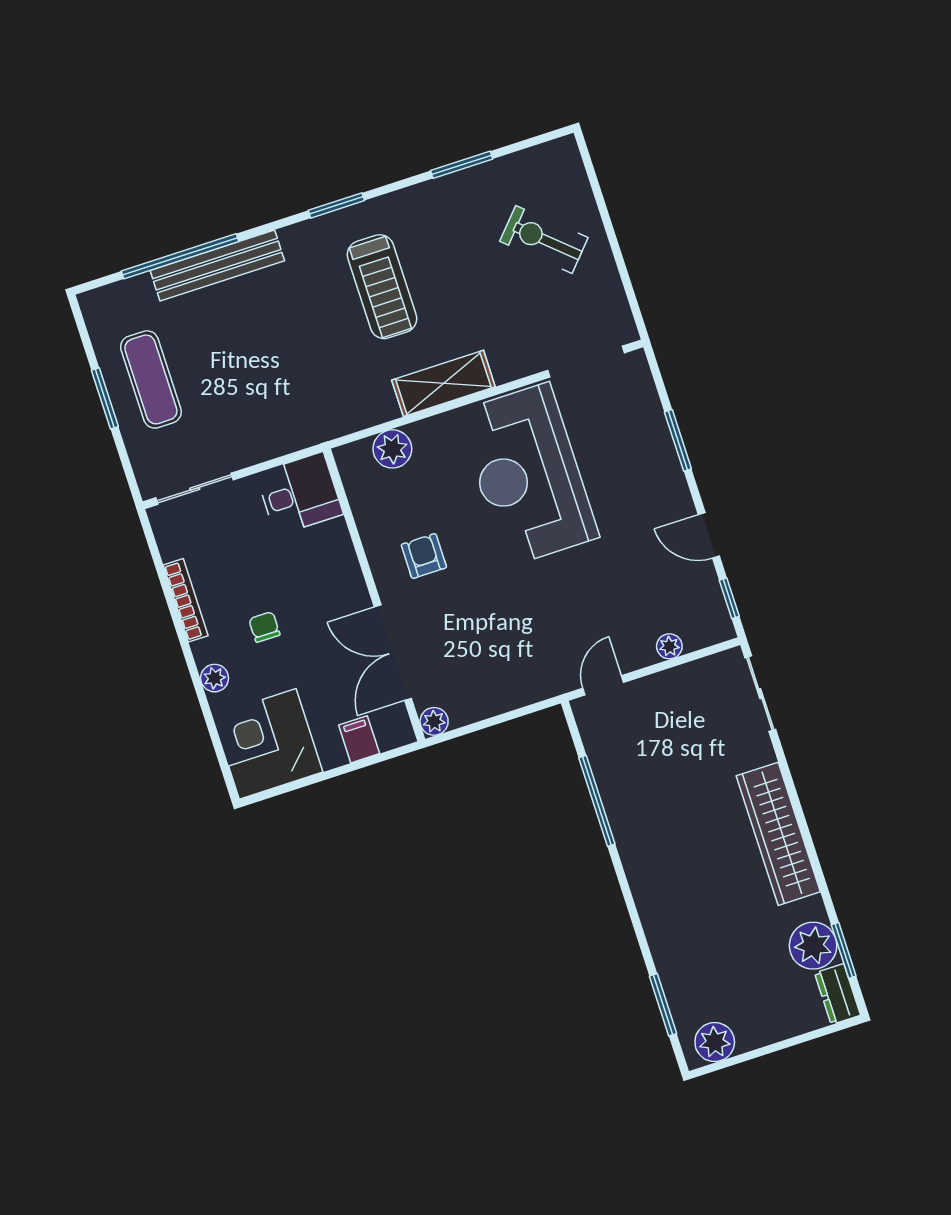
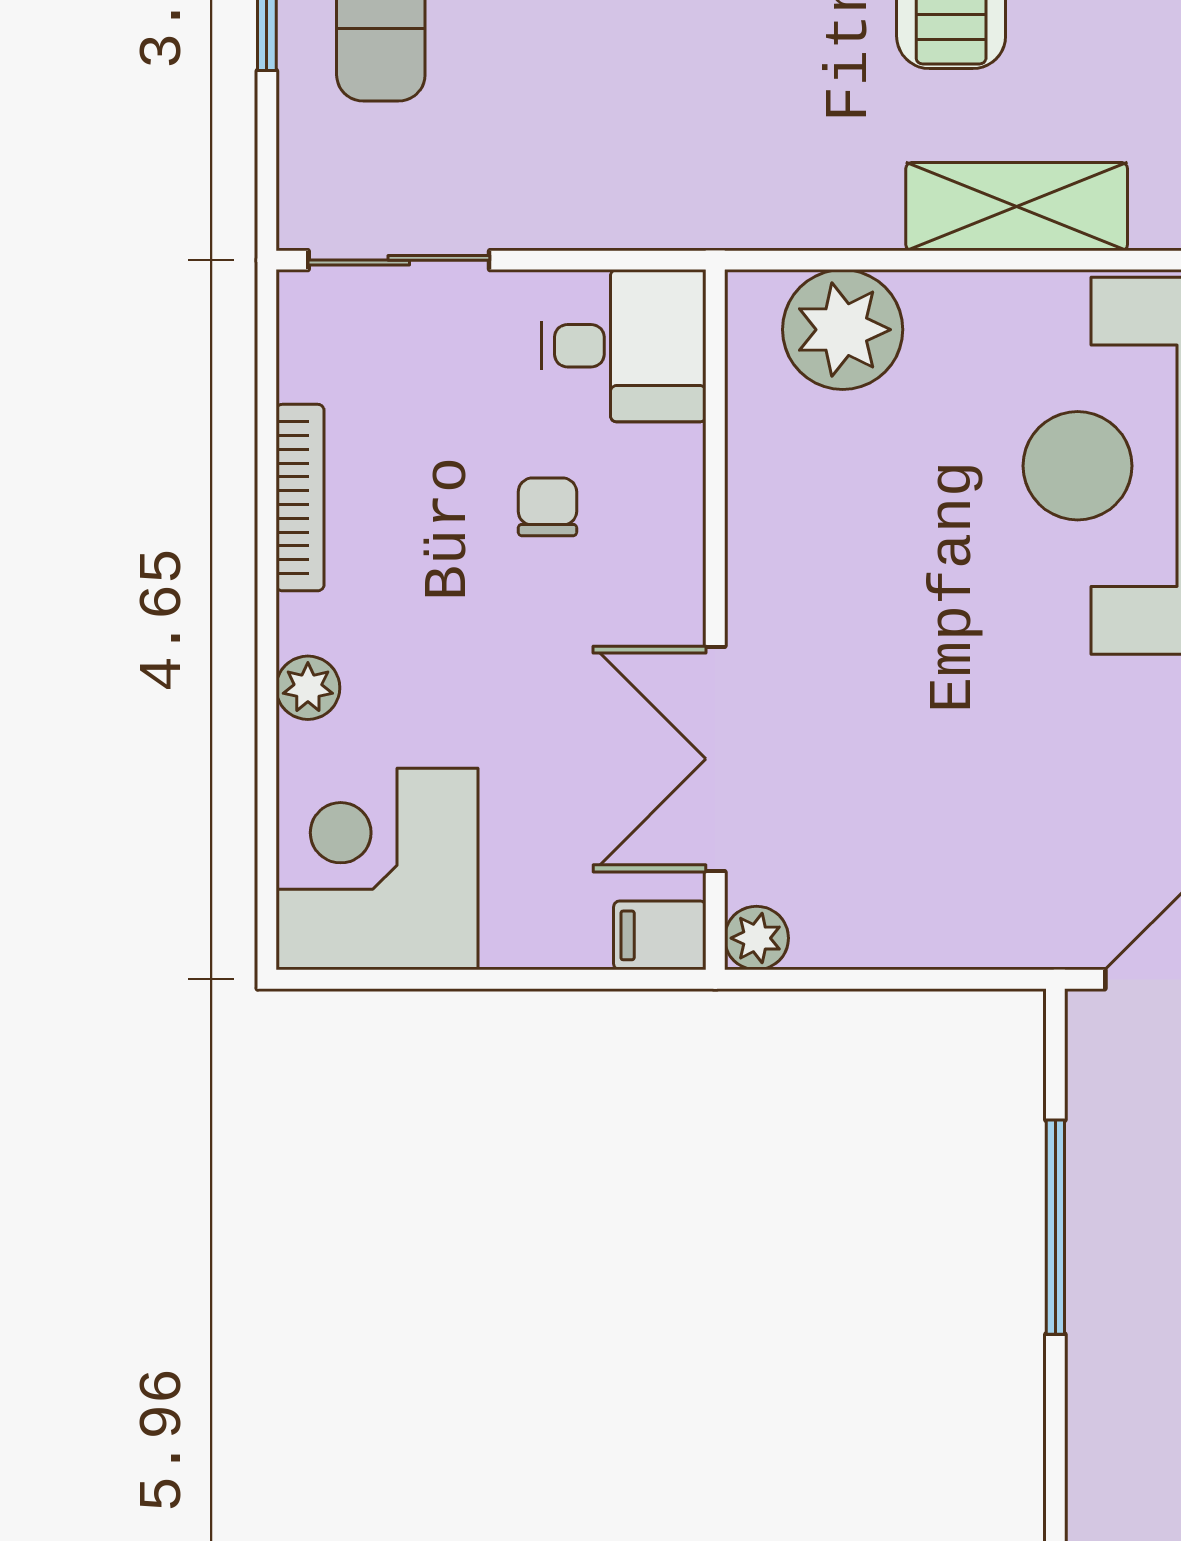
plant: (392, 449) -> (843, 330), width x1.36, depth x1.36
armchair: (424, 556) -> (852, 570), removed
chair: (264, 627) -> (547, 507), moved
filing cabinet: (359, 739) -> (660, 935), moved, turned -90

